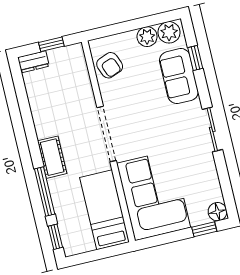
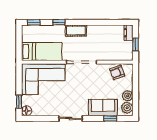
window: (45, 191) -> (59, 22), width x0.46

